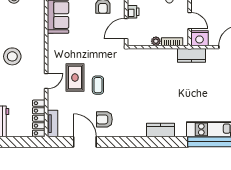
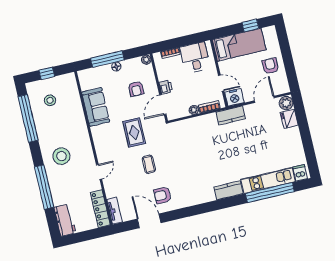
rug: (75, 78) -> (134, 132), moved
kitchen counter: (160, 130) -> (229, 190), moved

